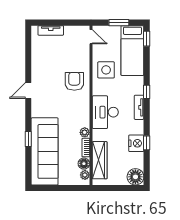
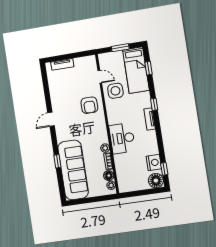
door: (91, 37) -> (100, 77), moved
window: (147, 39) -> (149, 68), moved
armchair: (74, 81) -> (89, 105), turned 180
desk: (105, 112) -> (122, 138), moved
nightstand: (136, 143) -> (154, 163), moved
window: (147, 143) -> (164, 169), moved
wardrobe: (100, 160) -> (122, 171), removed

